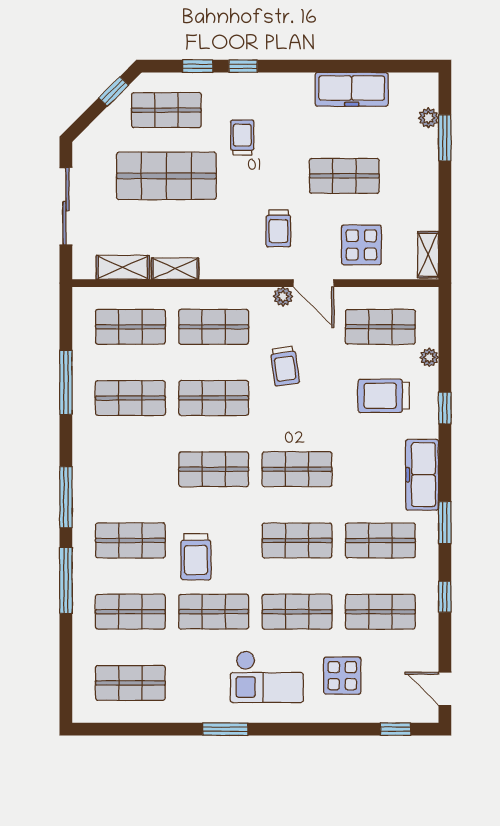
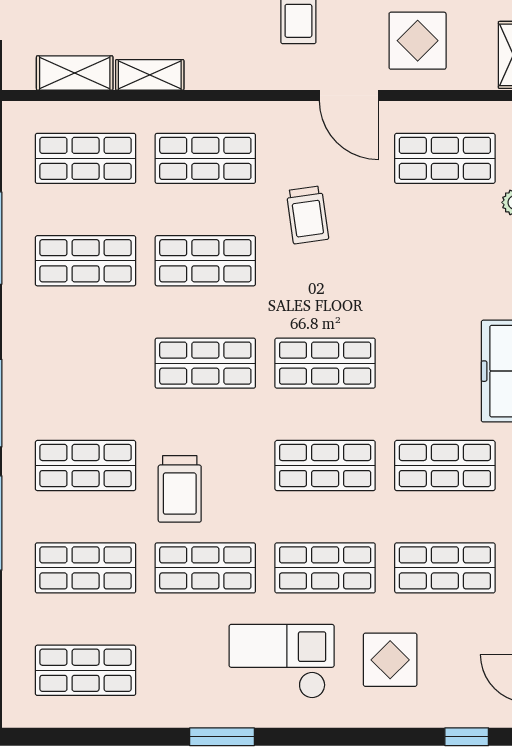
plant: (283, 296) -> (305, 115), removed
trolley: (384, 396) -> (450, 258), removed
checkout: (267, 677) -> (282, 661), turned 180

